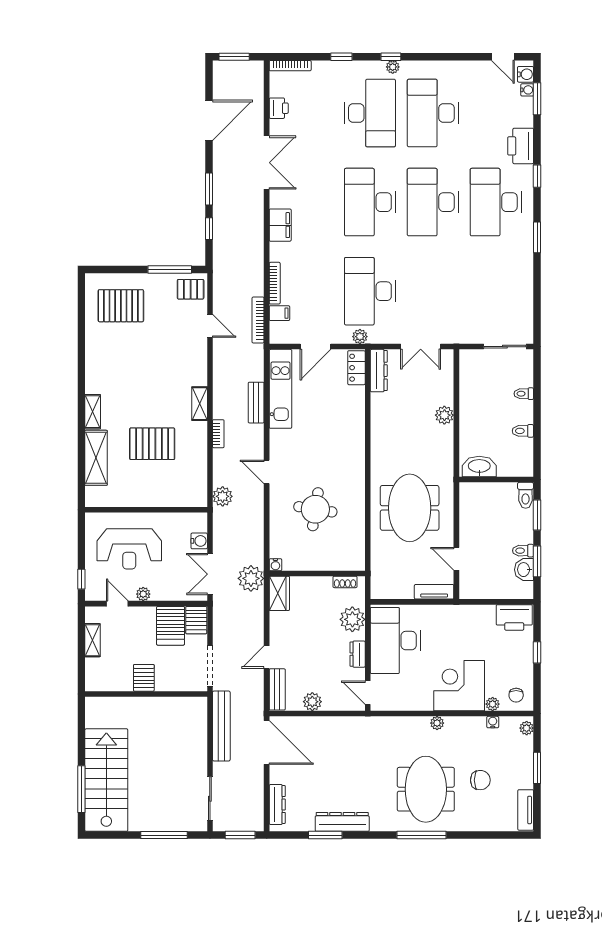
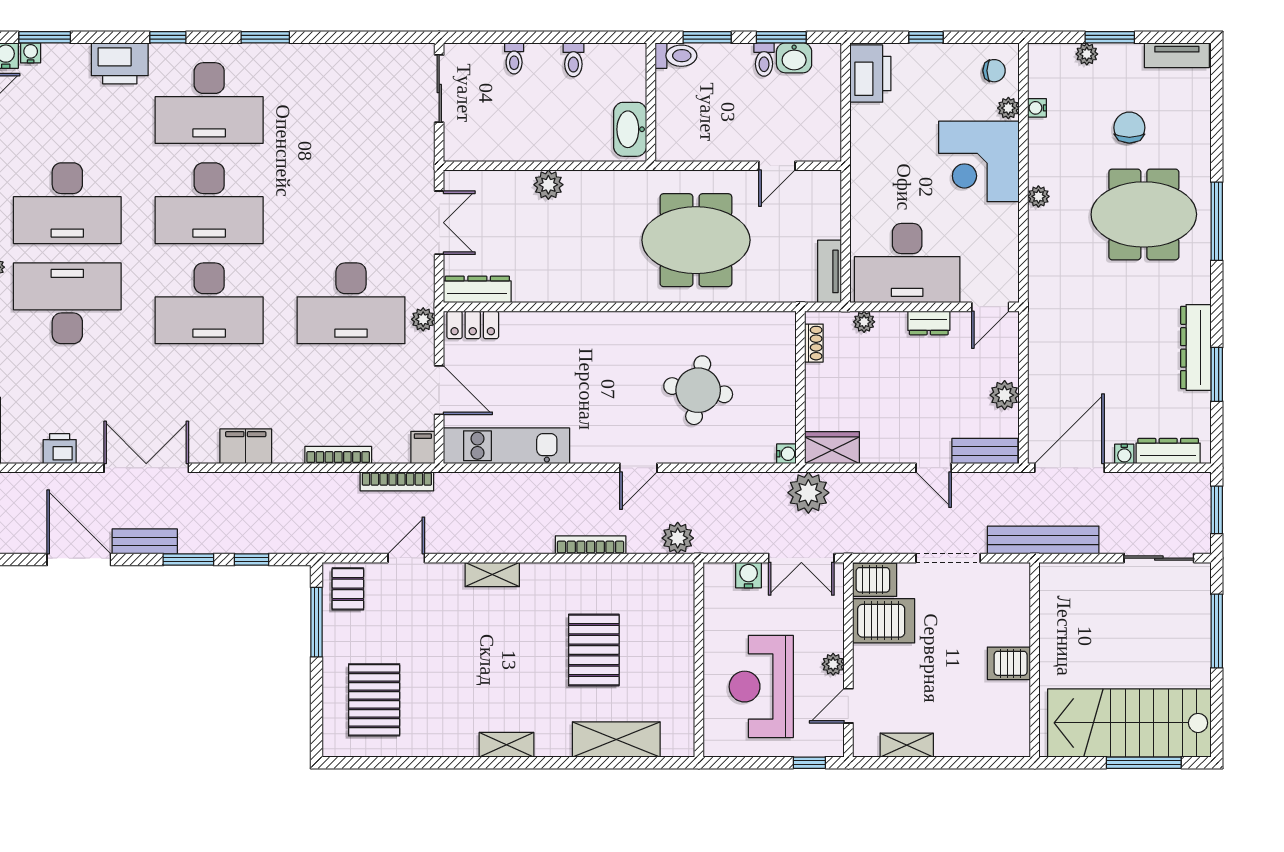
filing cabinet: (279, 313) -> (423, 447), moved
bench: (256, 403) -> (145, 541), moved
shelving: (200, 404) -> (492, 575), moved
shelving: (93, 412) -> (506, 745), moved
bookcase: (218, 434) -> (591, 545), width x1.56
reception desk: (129, 549) -> (761, 687), turned 180
tv unit: (434, 592) -> (829, 271), moved
plant: (352, 619) -> (864, 322), width x0.53, depth x0.53
server rack: (144, 678) -> (1009, 663), moved
wall: (146, 694) -> (1035, 660), moved
plant: (527, 728) -> (1087, 54), moved
water cooler: (275, 777) -> (1124, 454), added

